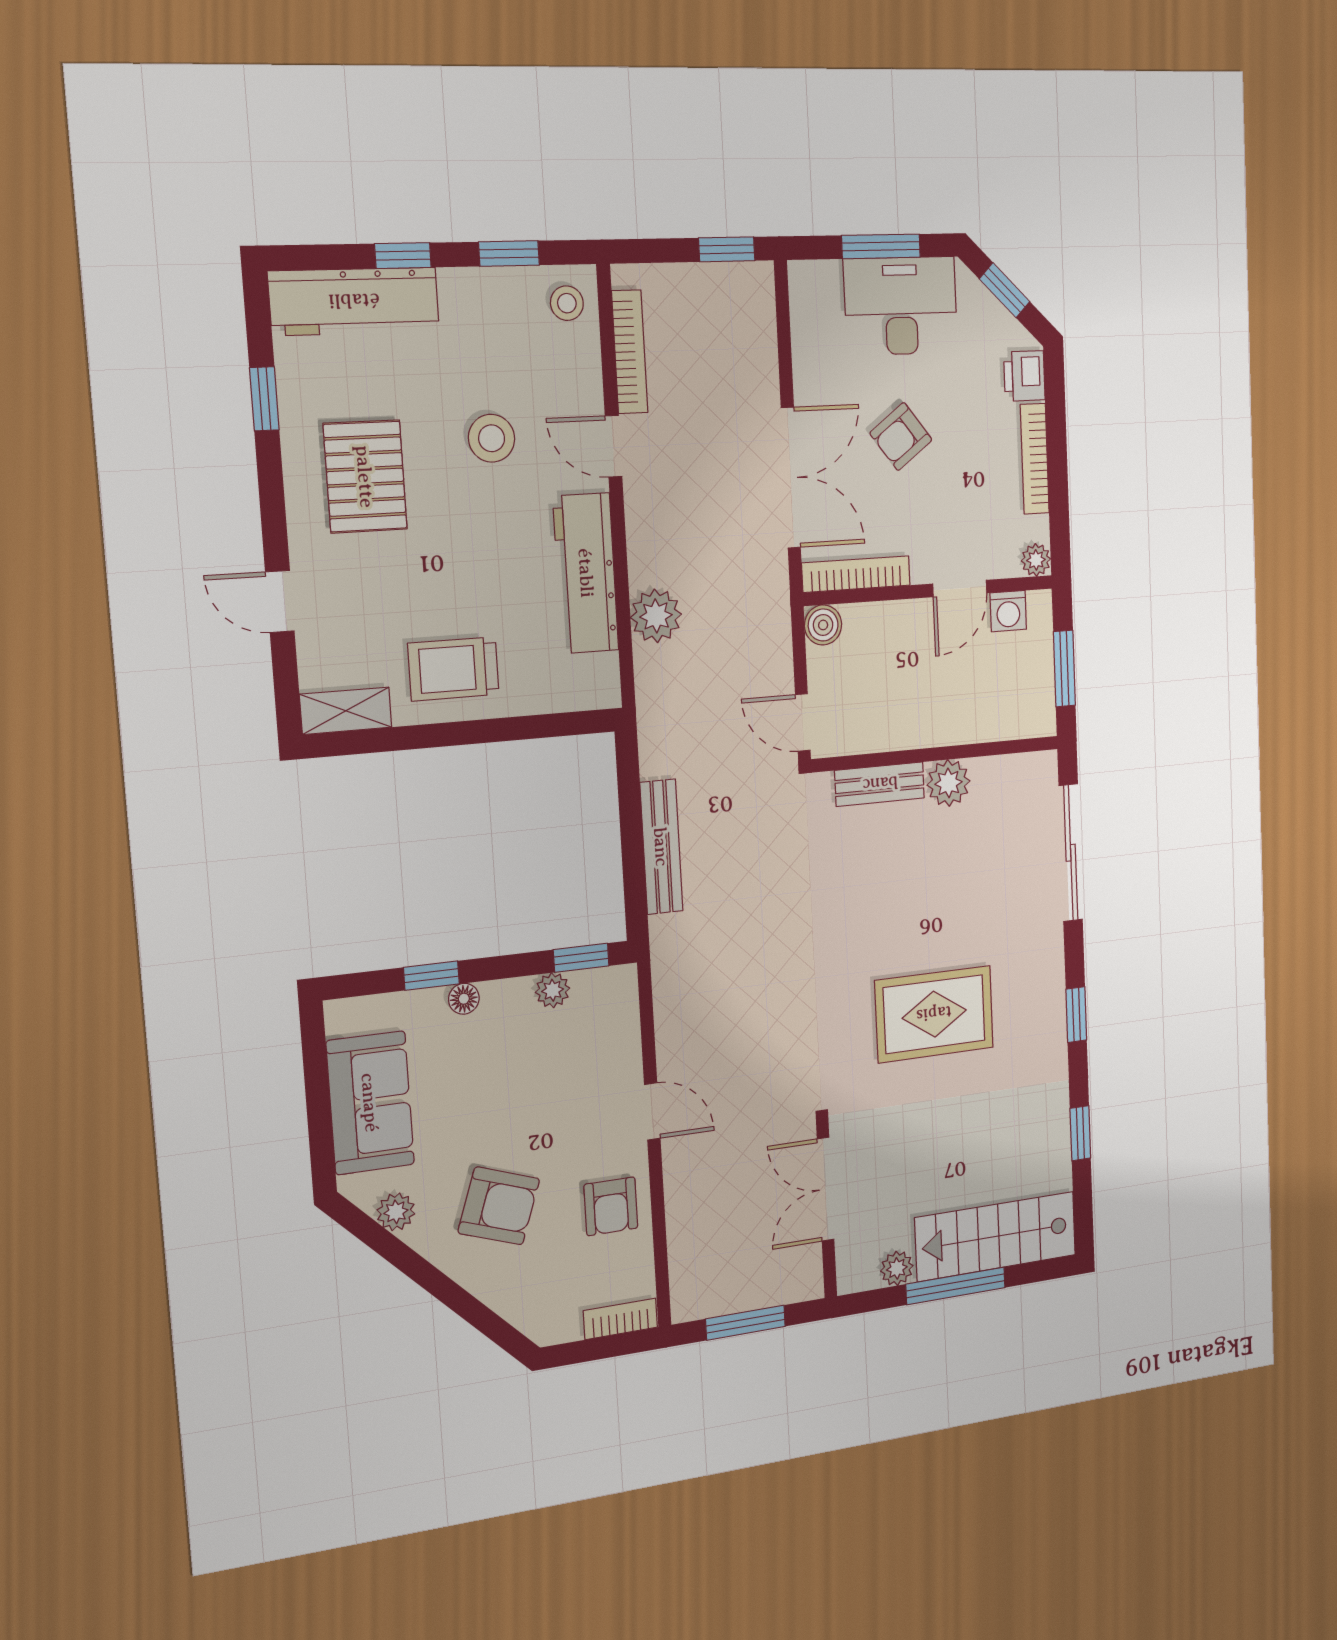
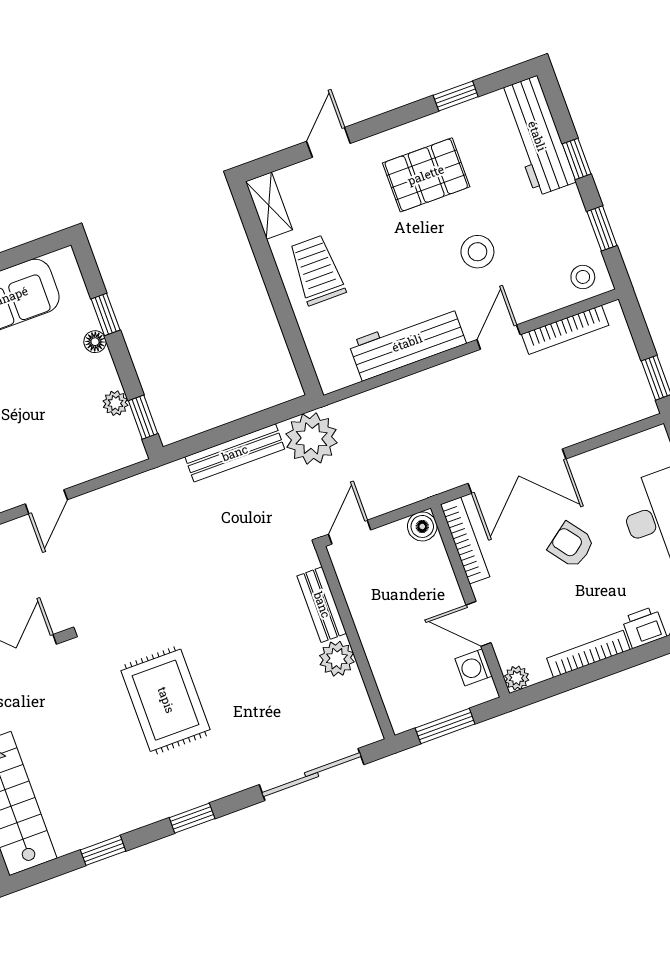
plant: (656, 616) -> (312, 438), moved, width x1.36, depth x1.36

